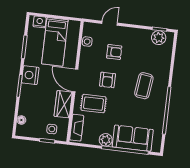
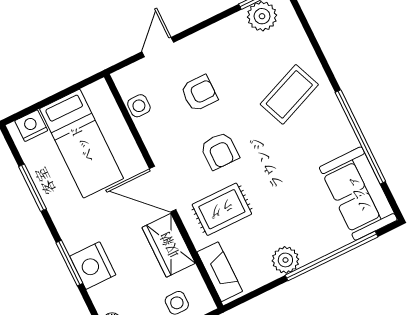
nightstand: (30, 75) -> (93, 266), moved
coffee table: (144, 86) -> (289, 94), moved, turned 61
sofa: (133, 138) -> (358, 194), moved, turned -90

